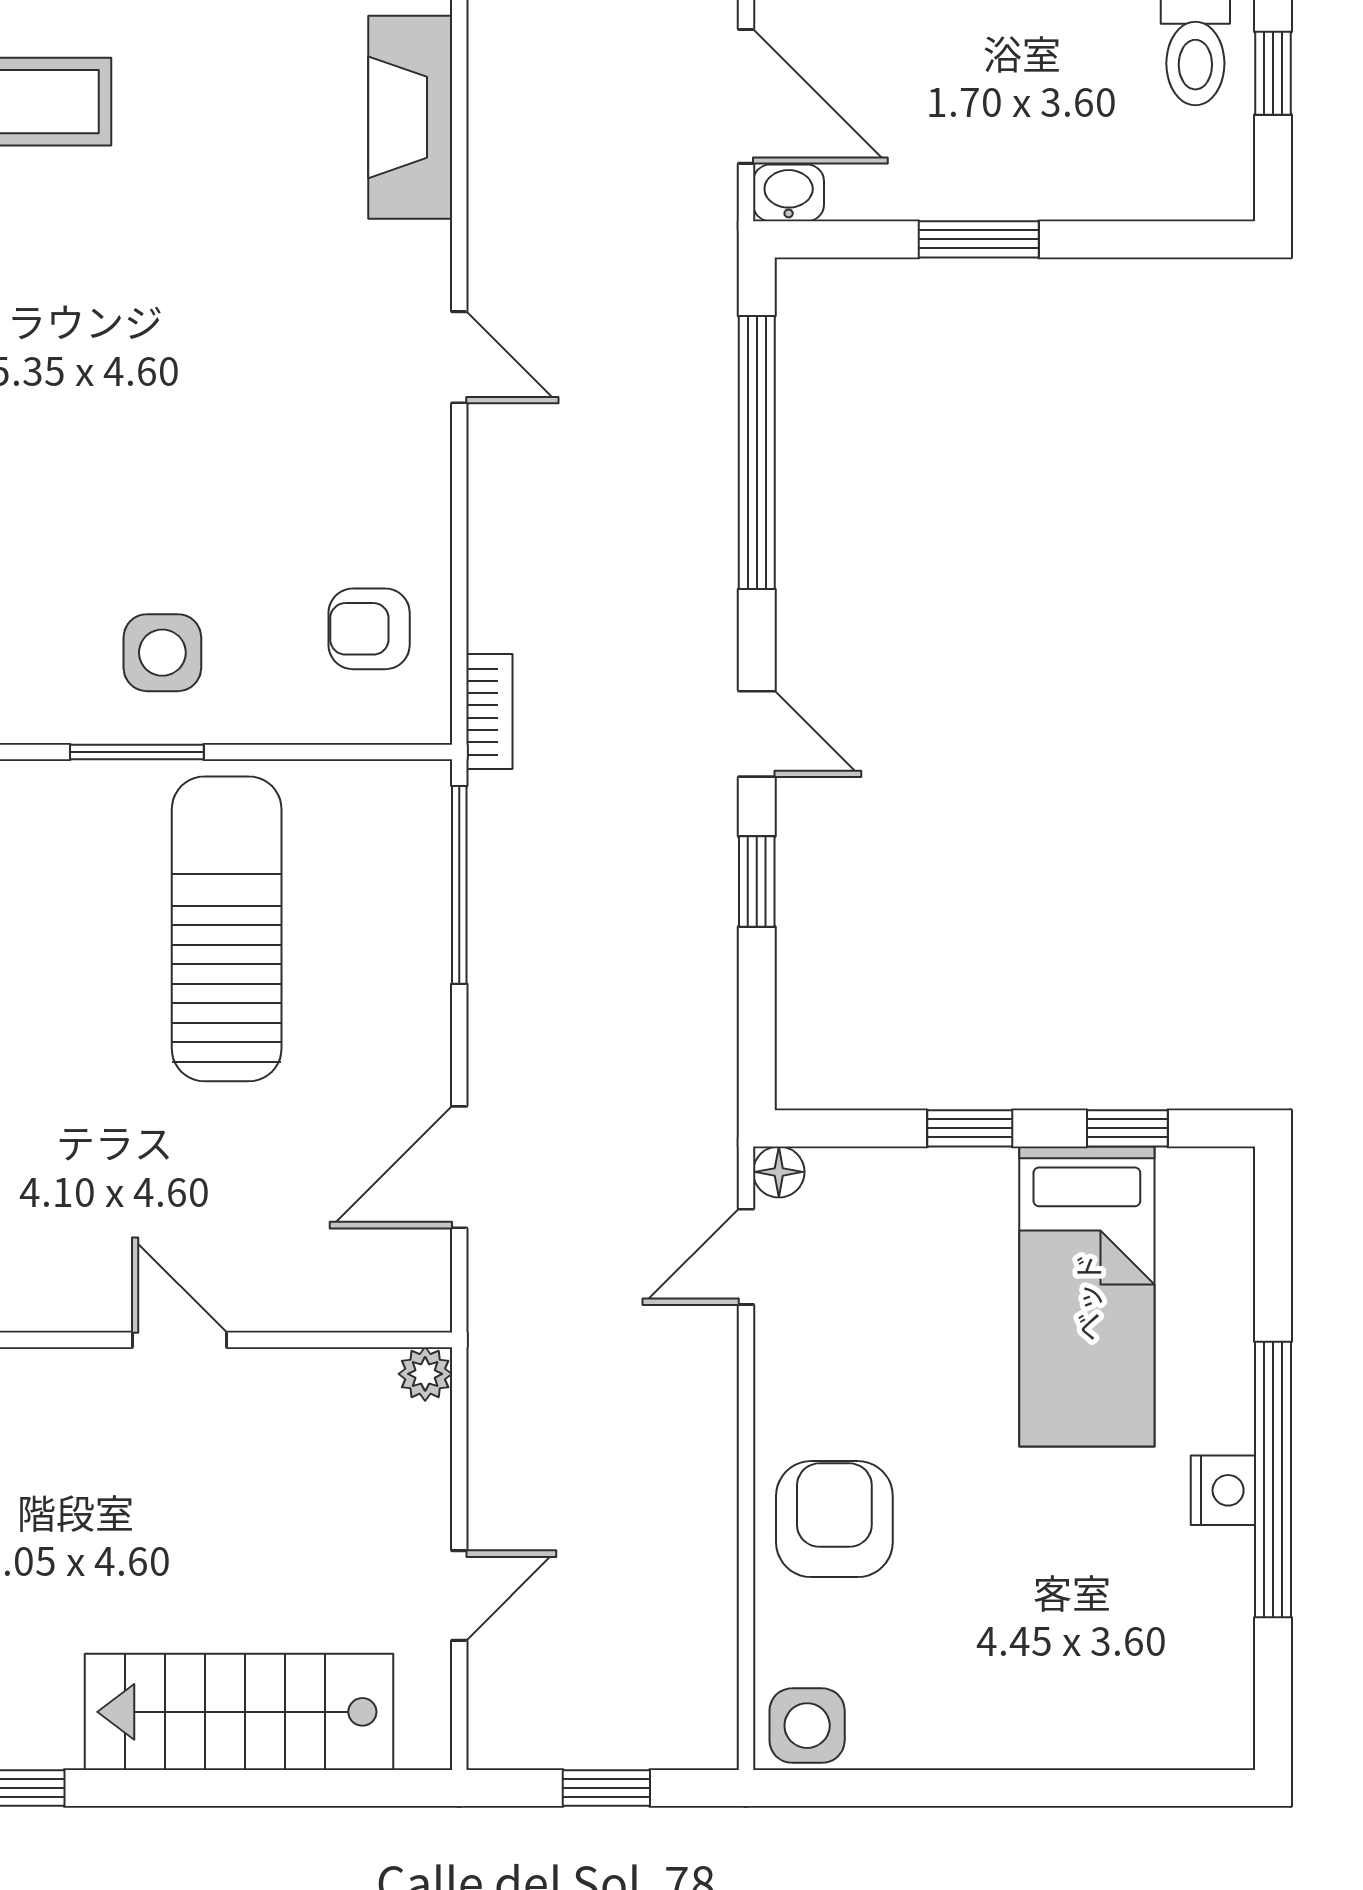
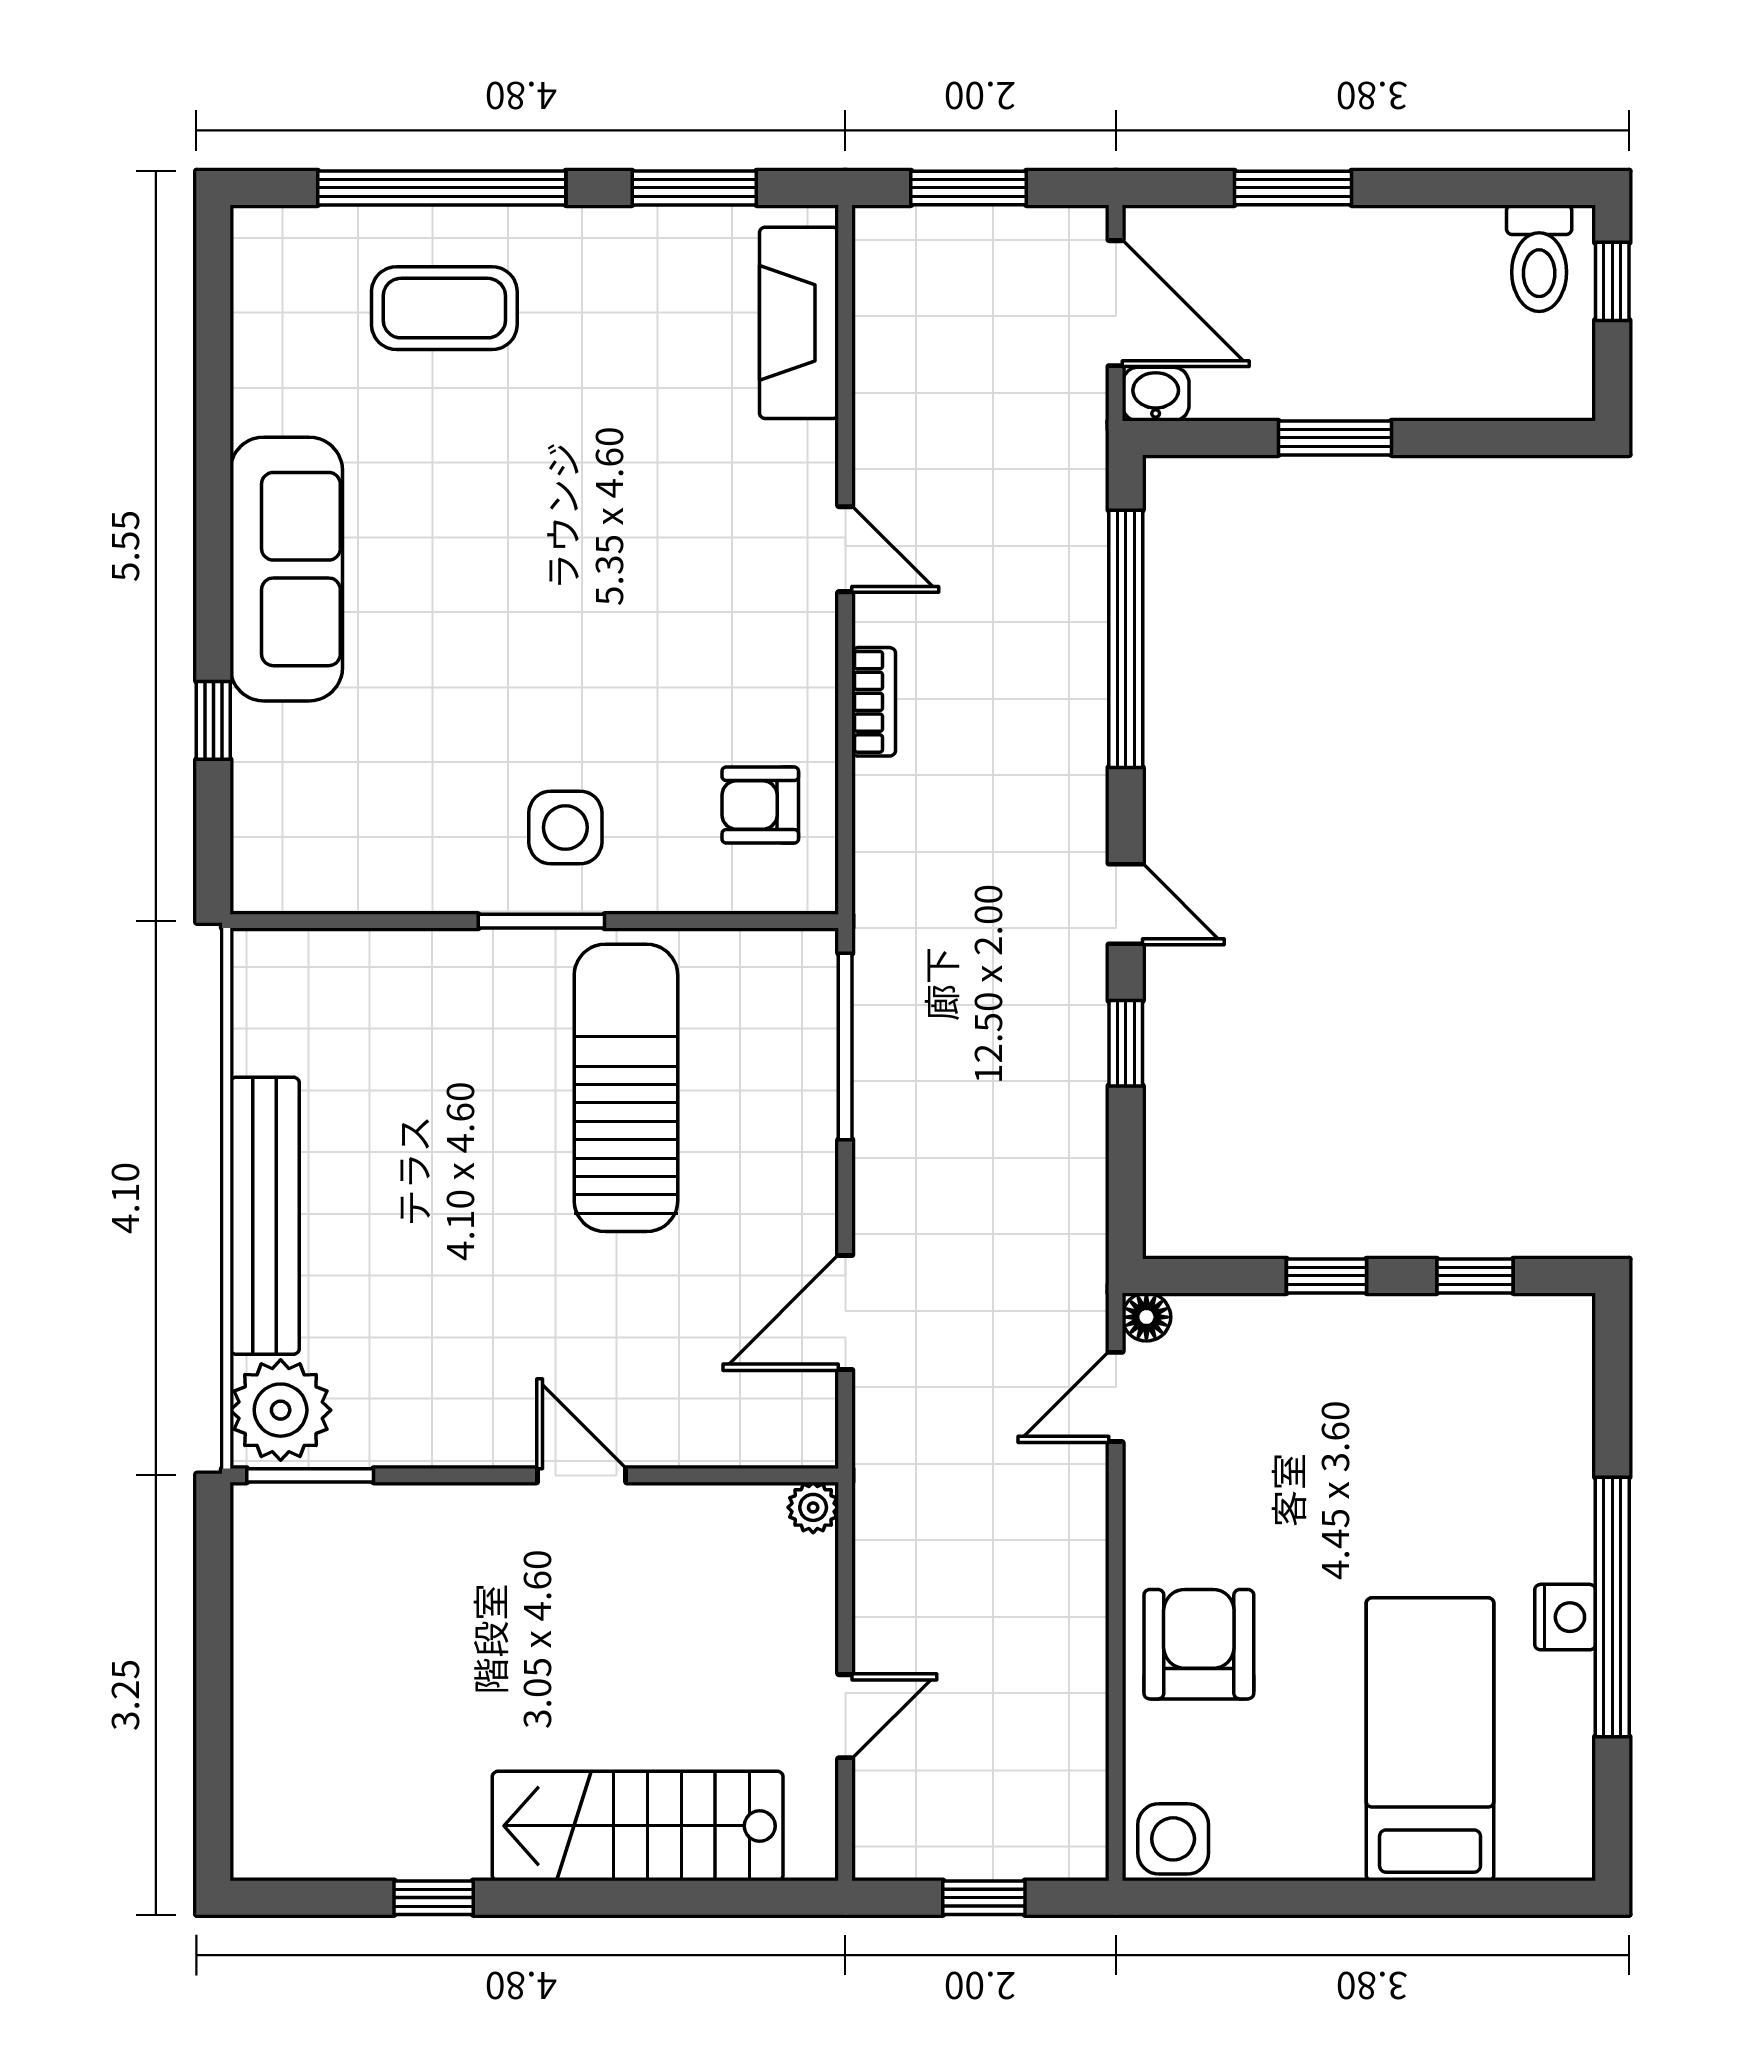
bookcase: (489, 712) -> (874, 702), moved
bed: (1087, 1297) -> (1430, 1739), moved, turned 180

